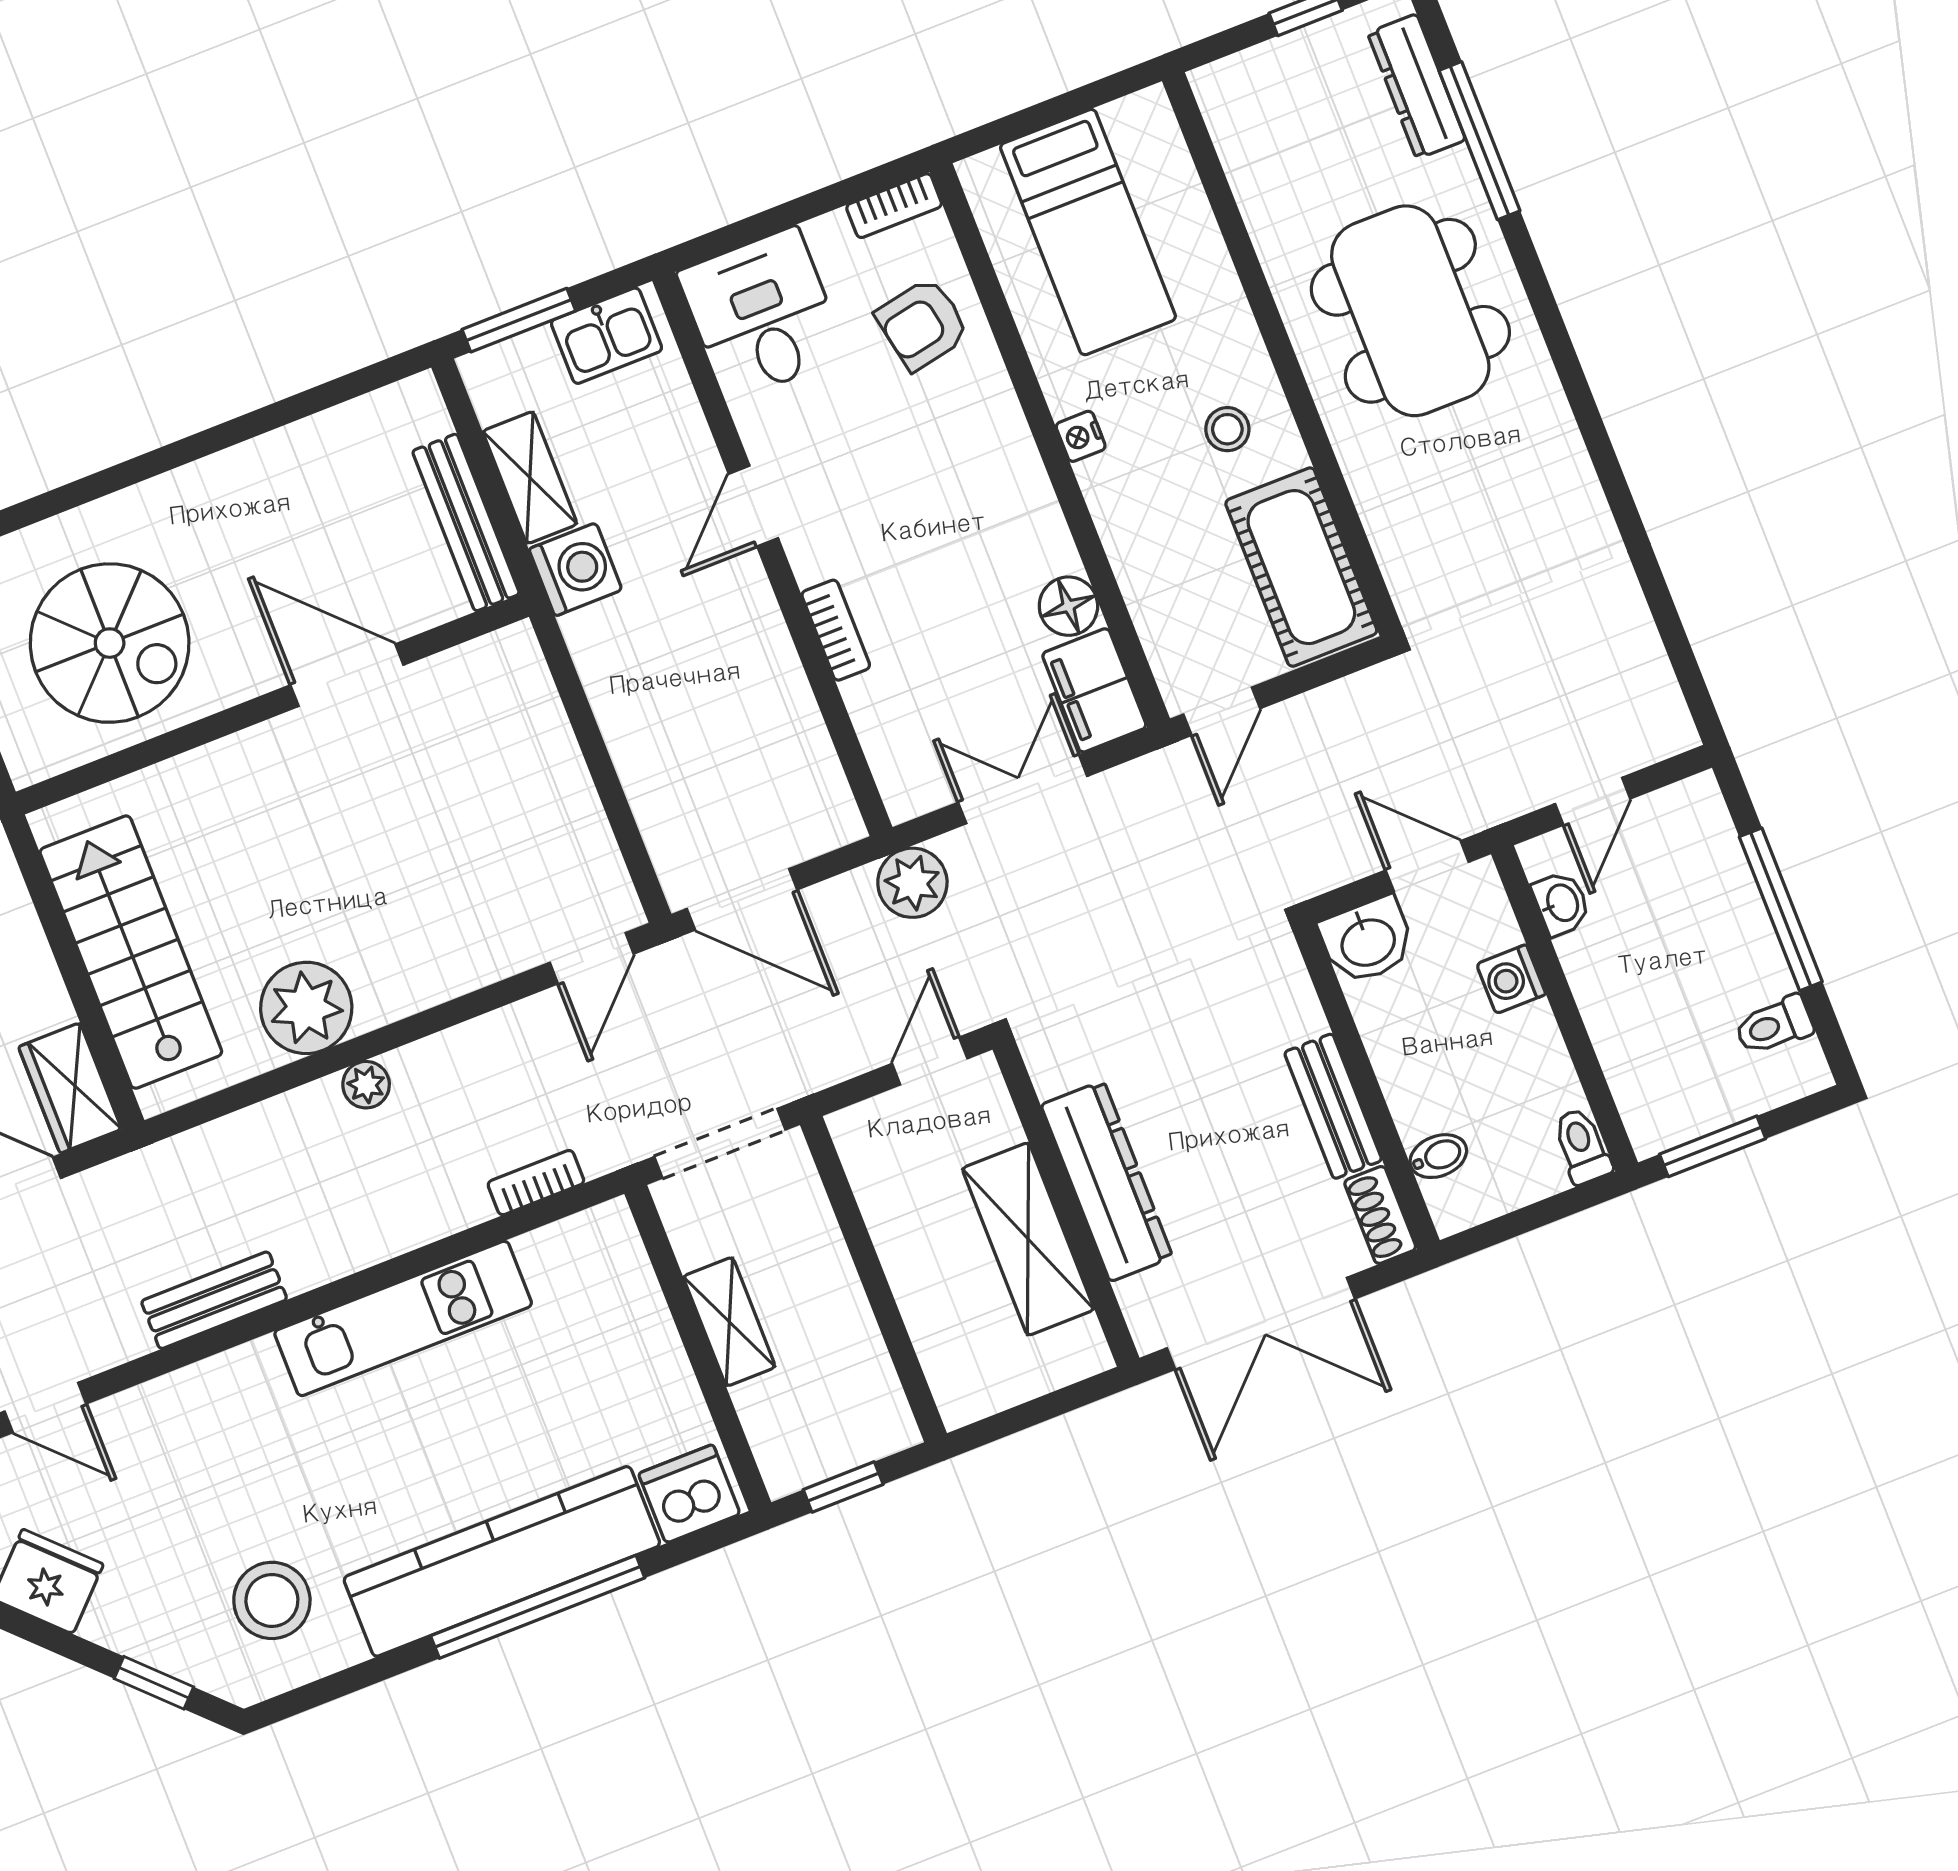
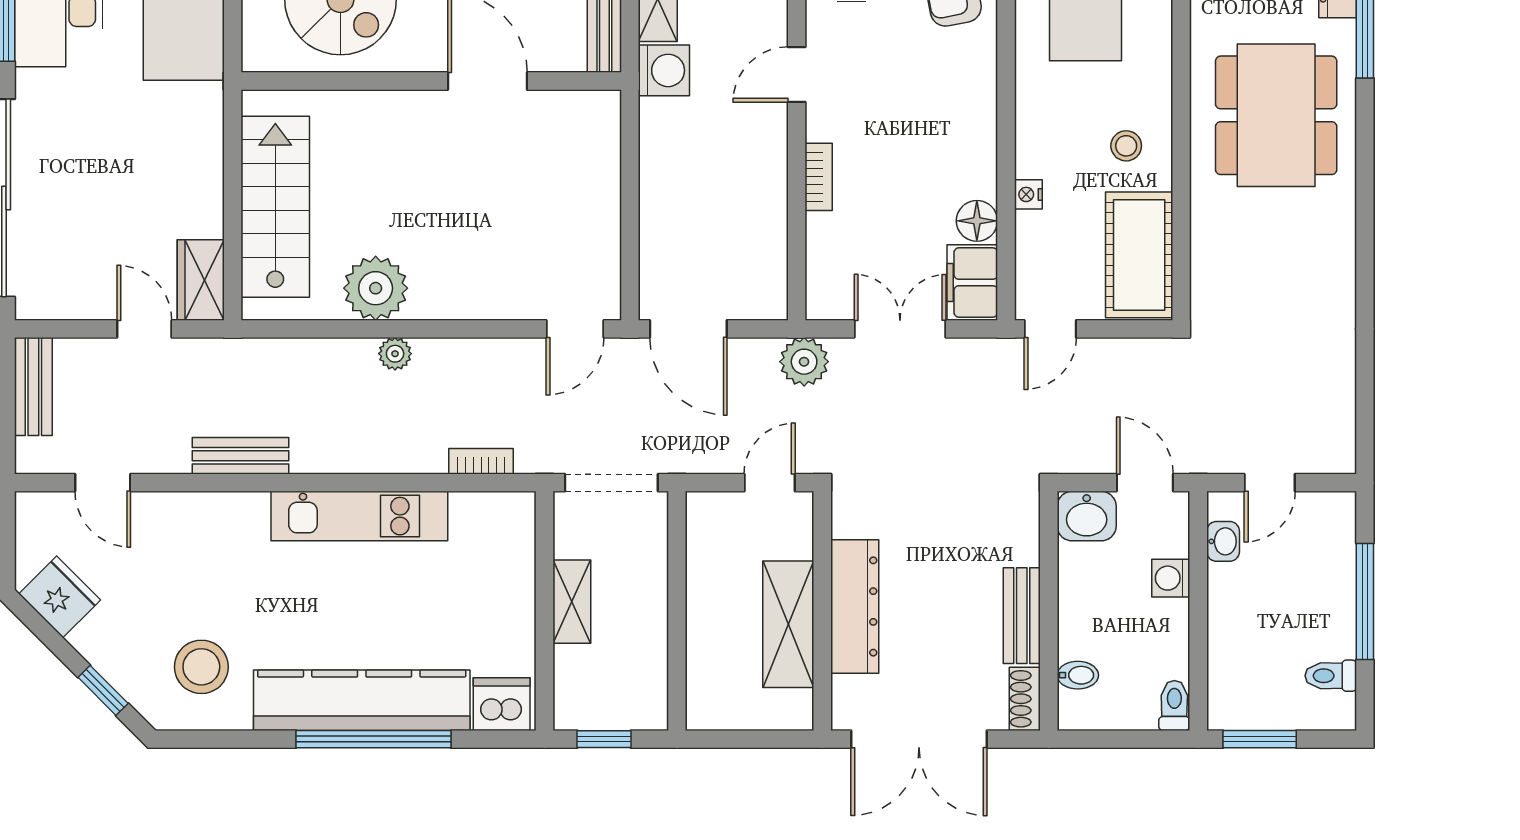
nightstand: (1081, 436) -> (1028, 194), moved

